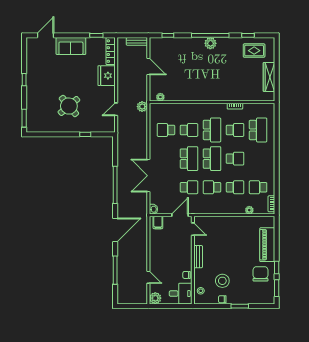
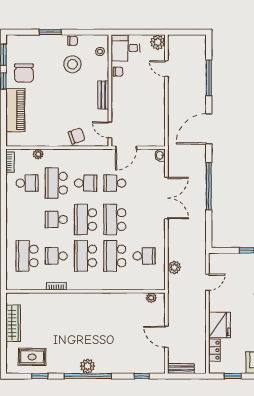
locker: (111, 51) -> (214, 350), width x0.66
plant: (142, 107) -> (174, 267), moved
school desk: (189, 130) -> (115, 256), width x1.85
school desk: (235, 187) -> (56, 183), width x1.85
filing cabinet: (158, 222) -> (154, 138), removed
chair: (219, 224) -> (77, 136), added

